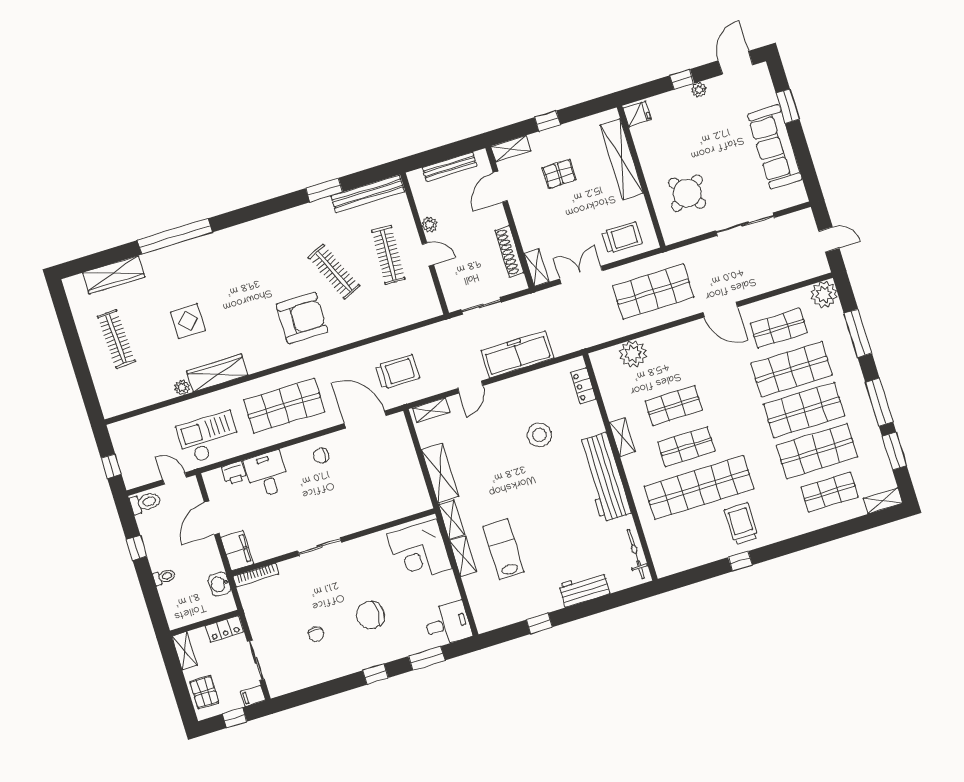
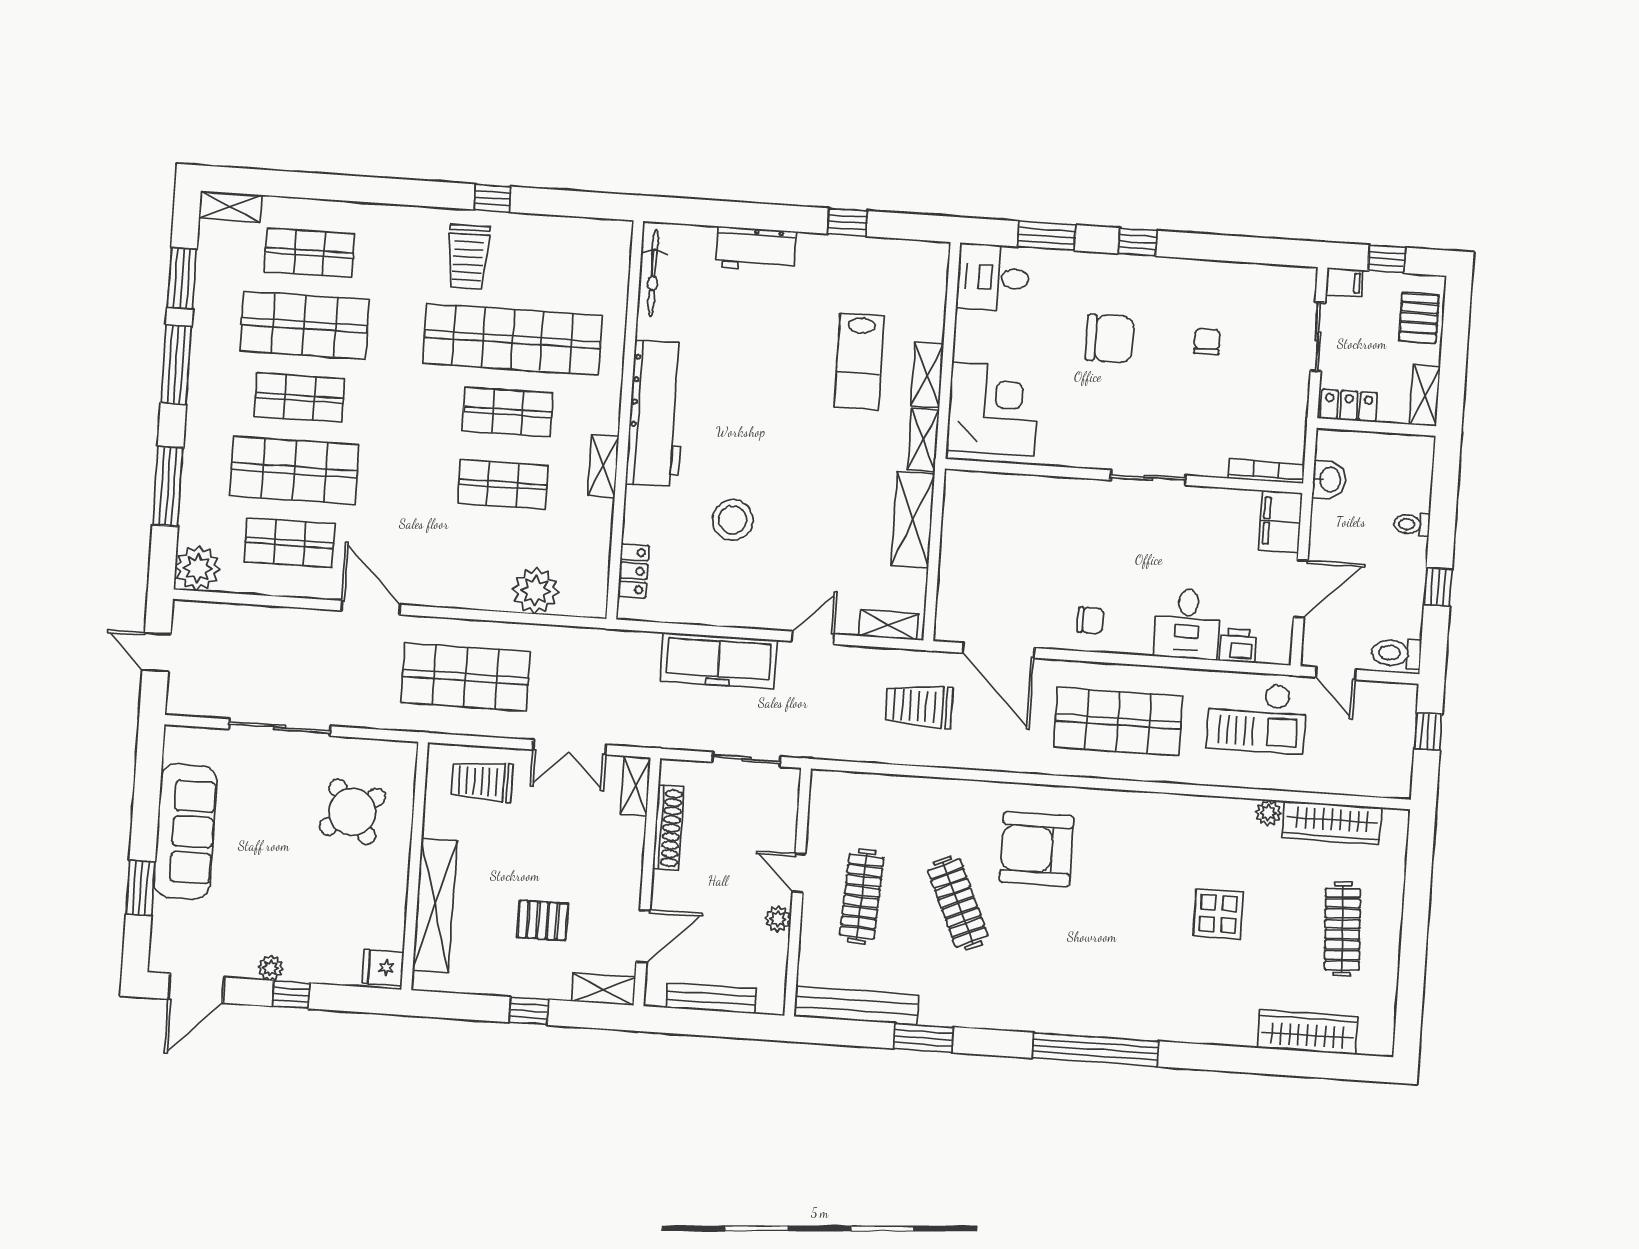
window: (175, 236) -> (1096, 1050), moved
wardrobe: (217, 373) -> (1332, 823), moved
shop shelf: (804, 410) -> (299, 398), width x0.70, depth x0.74

